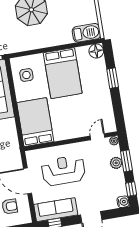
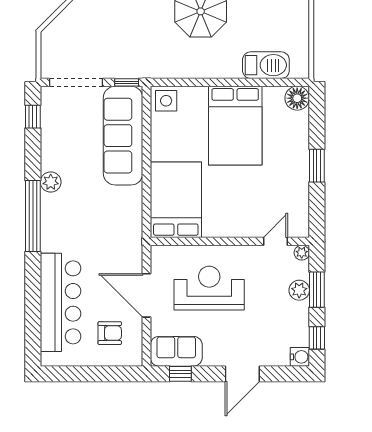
barbecue: (86, 33) -> (266, 65), moved
side table: (26, 75) -> (166, 101), moved
window: (113, 78) -> (317, 166), moved
sofa: (56, 210) -> (176, 351), width x0.73

